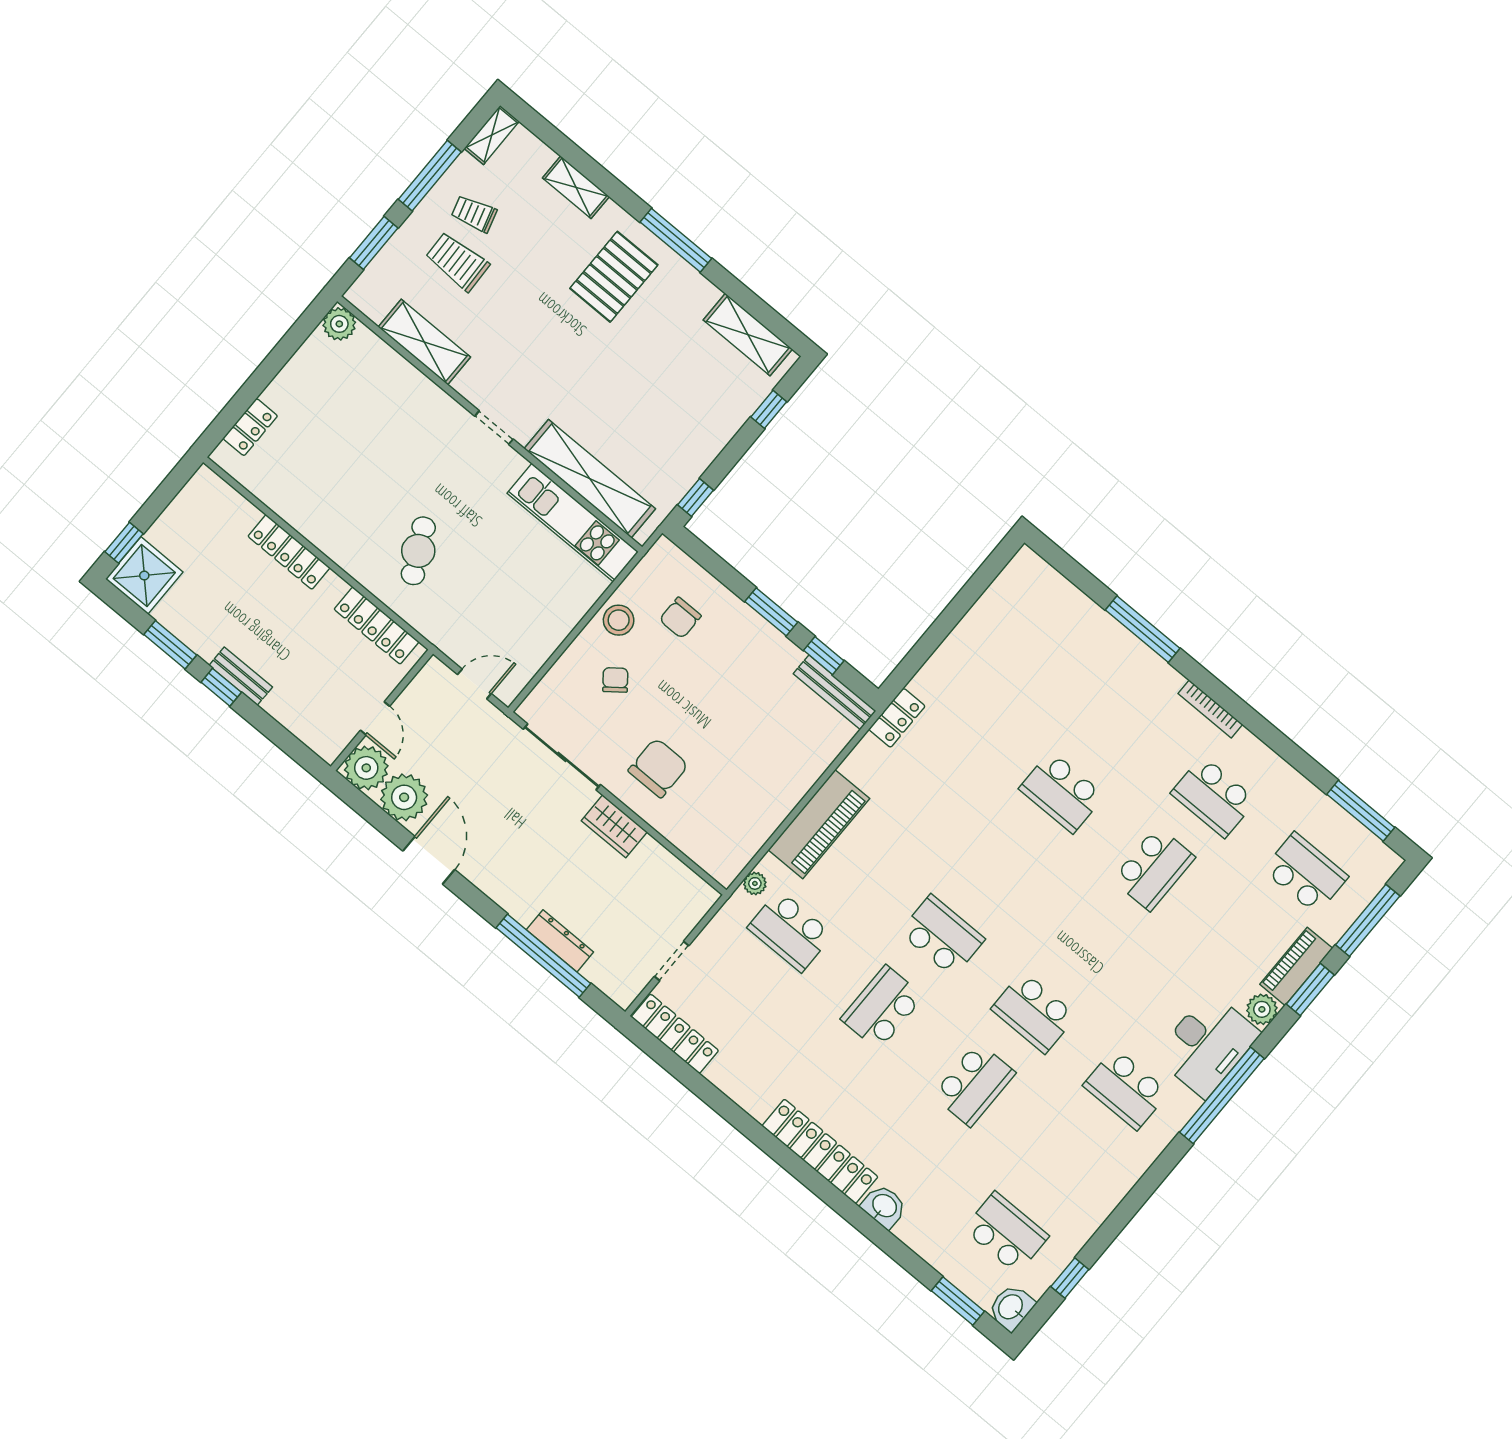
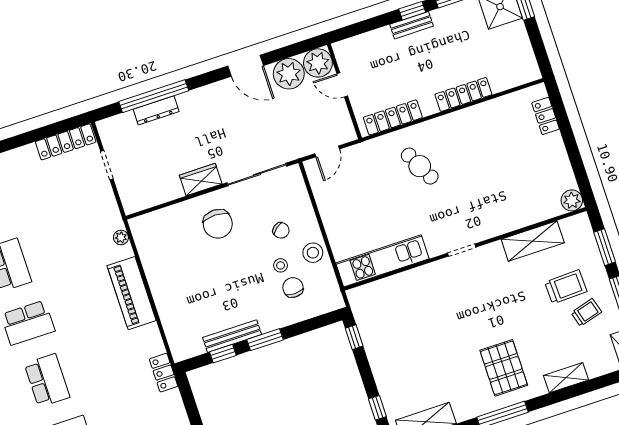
shelving: (590, 479) -> (401, 285), removed
stool: (661, 652) -> (281, 265), added
bench: (835, 692) -> (232, 336), moved
school desk: (790, 931) -> (47, 380), moved, turned 90

